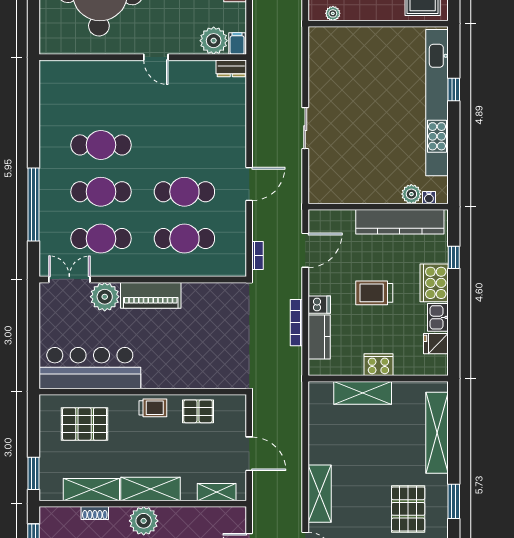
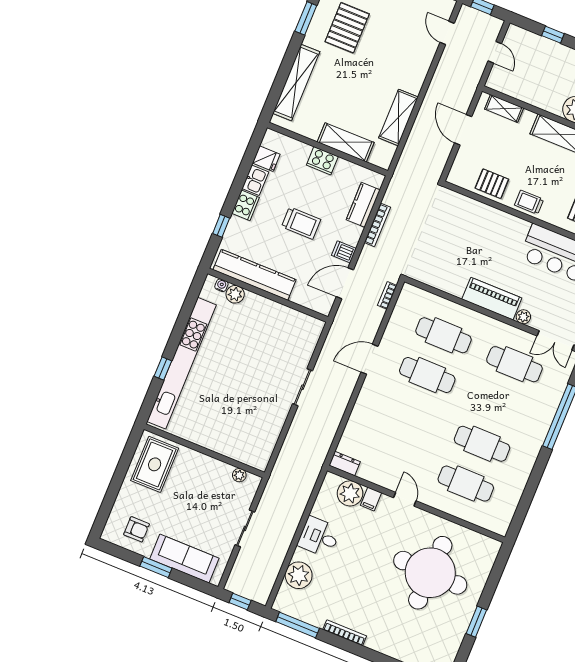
filing cabinet: (237, 44) -> (371, 499), moved
cafe table: (101, 192) -> (466, 484), moved
cooker: (434, 283) -> (246, 205), width x0.73, depth x0.76
plant: (105, 297) -> (523, 317), width x0.53, depth x0.53
dishwasher: (319, 305) -> (344, 252), moved
shelving: (320, 494) -> (398, 117), moved

